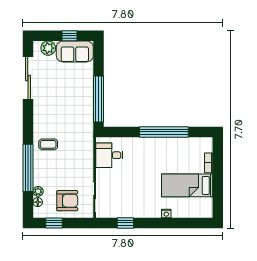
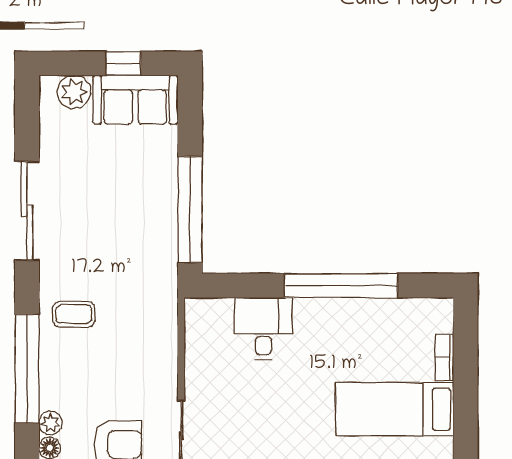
sliding door: (28, 78) -> (27, 211), moved
desk: (109, 155) -> (263, 328), moved, turned 90

